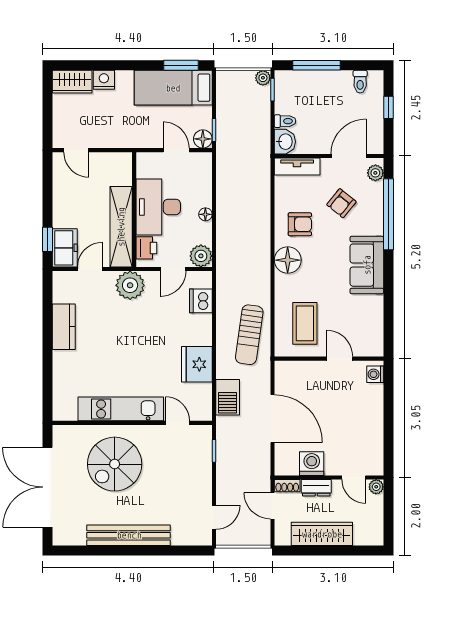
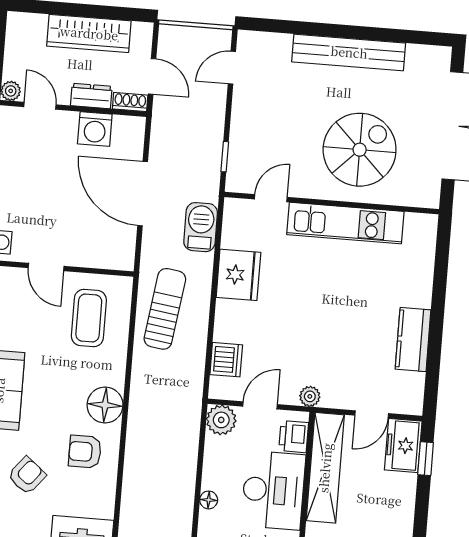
floor lamp: (205, 214) -> (209, 500), moved
plant: (130, 285) -> (310, 396), width x0.53, depth x0.53
door: (177, 423) -> (271, 198), swing flipped

